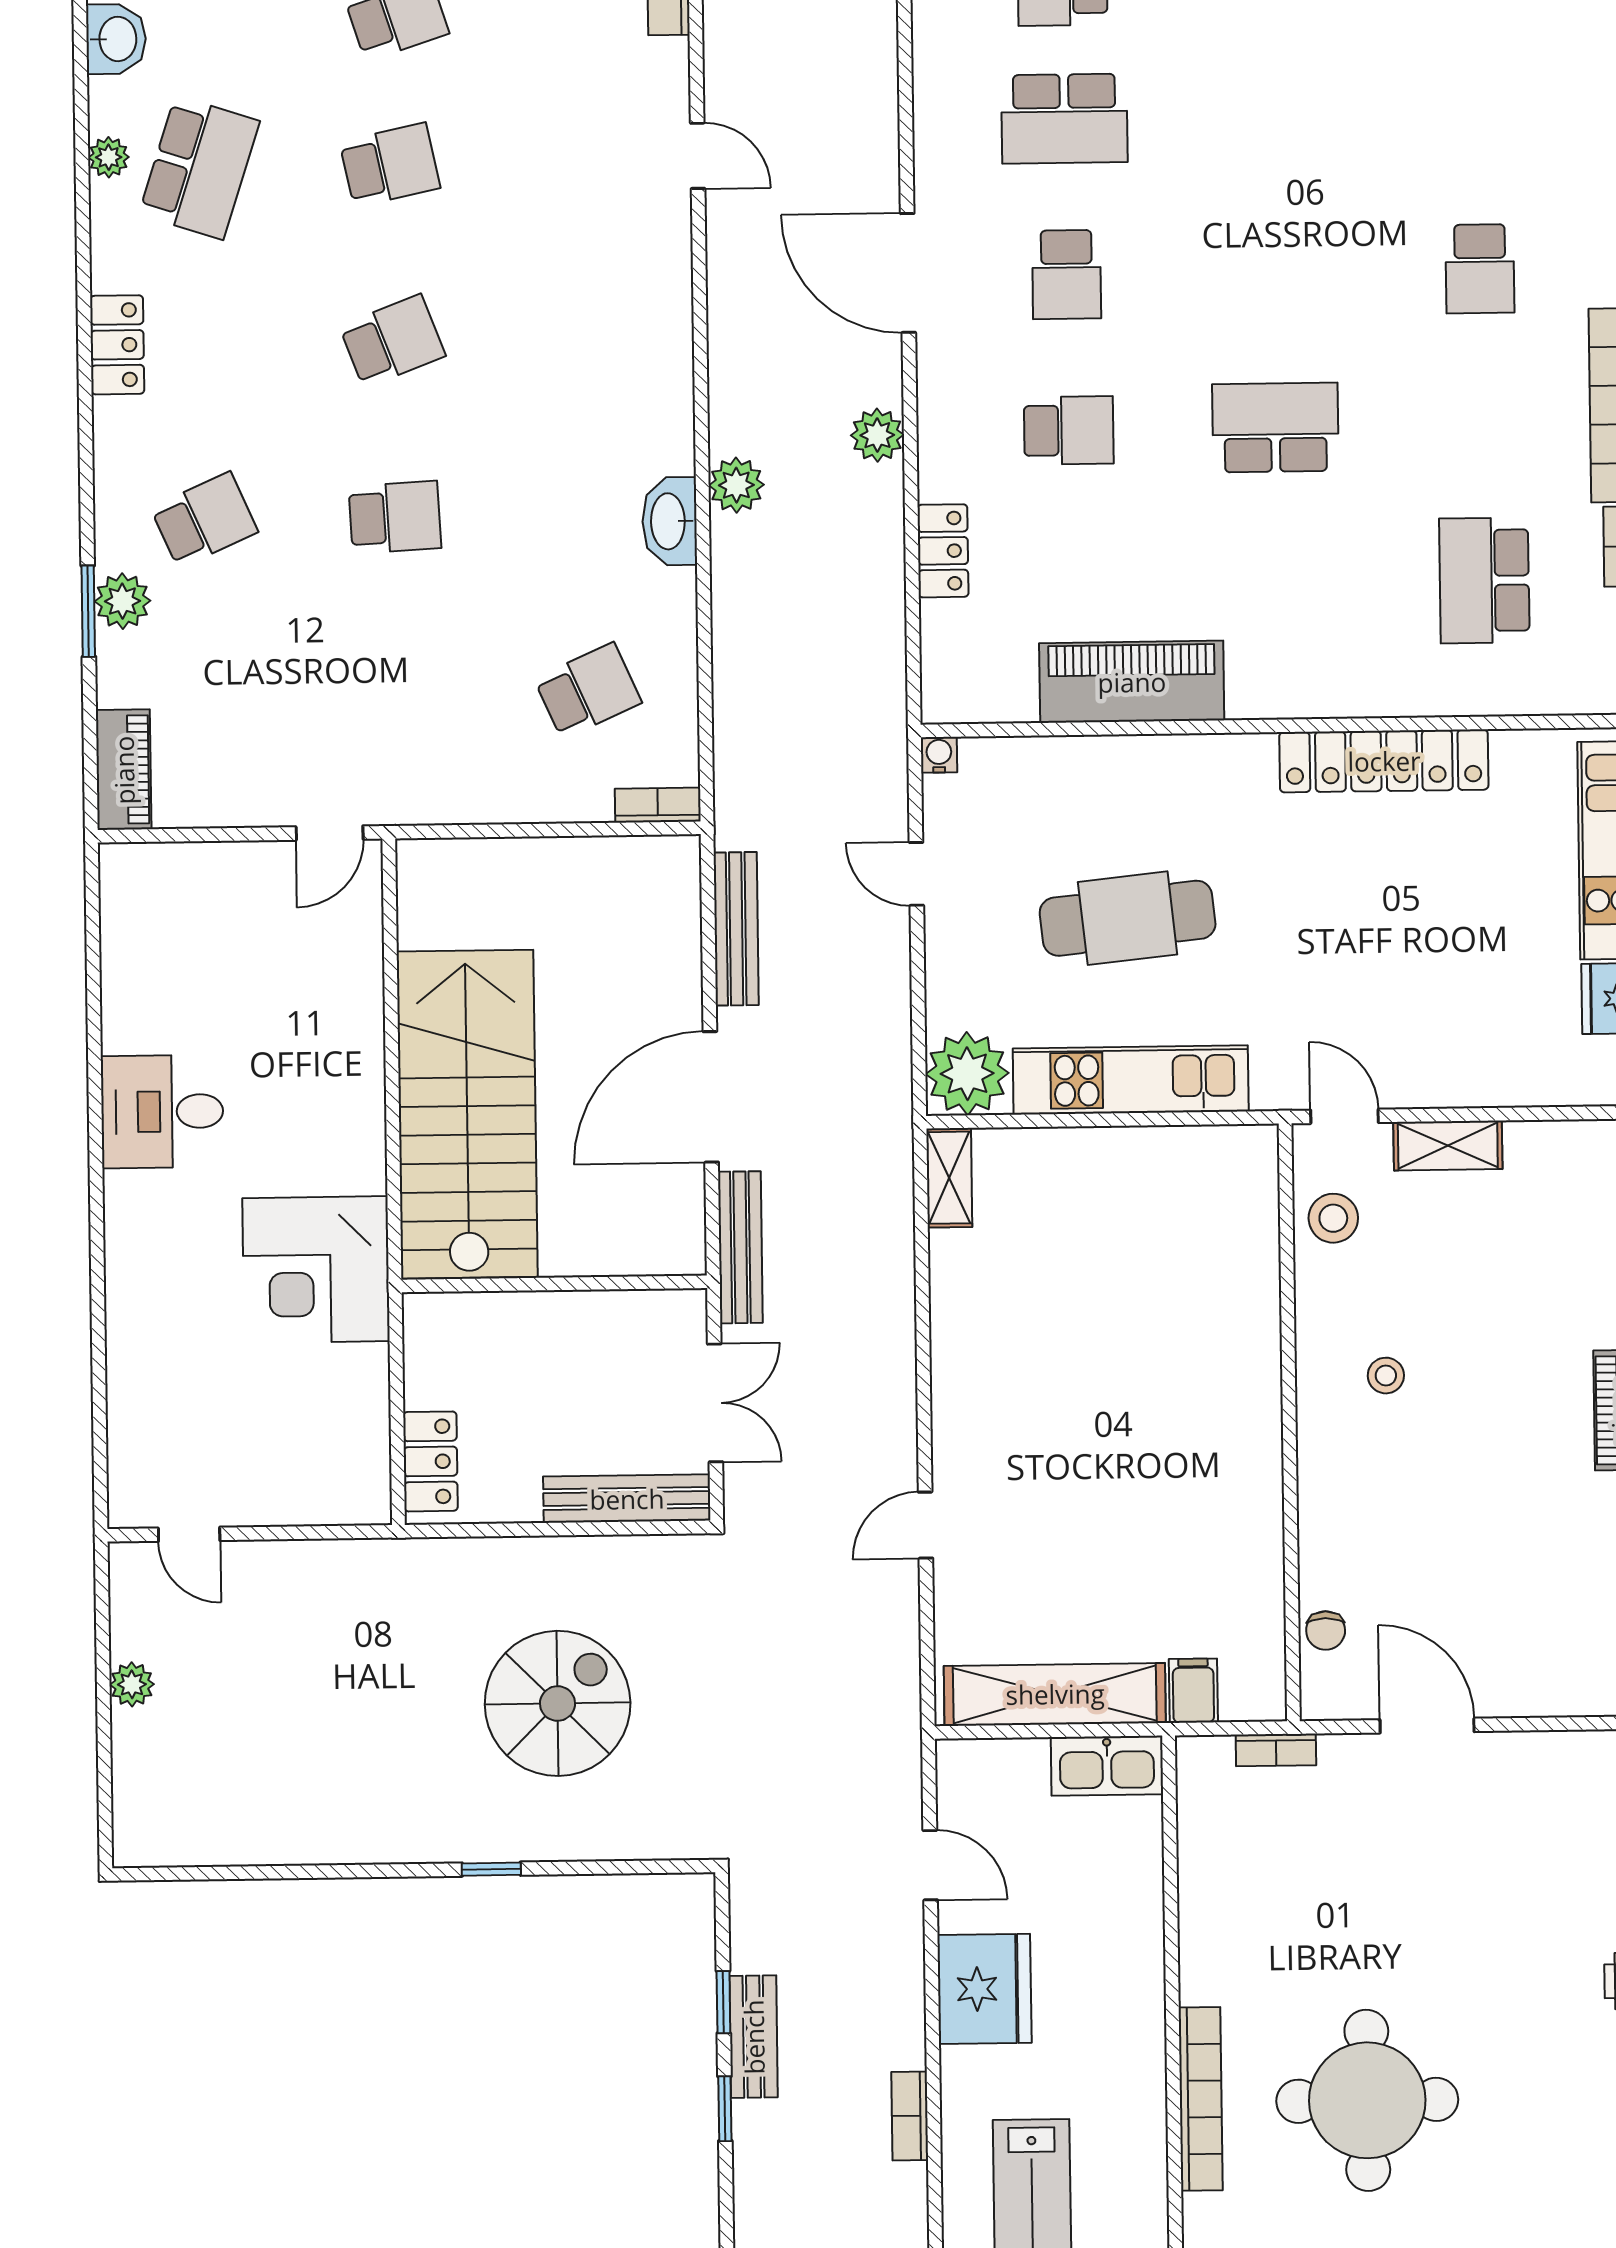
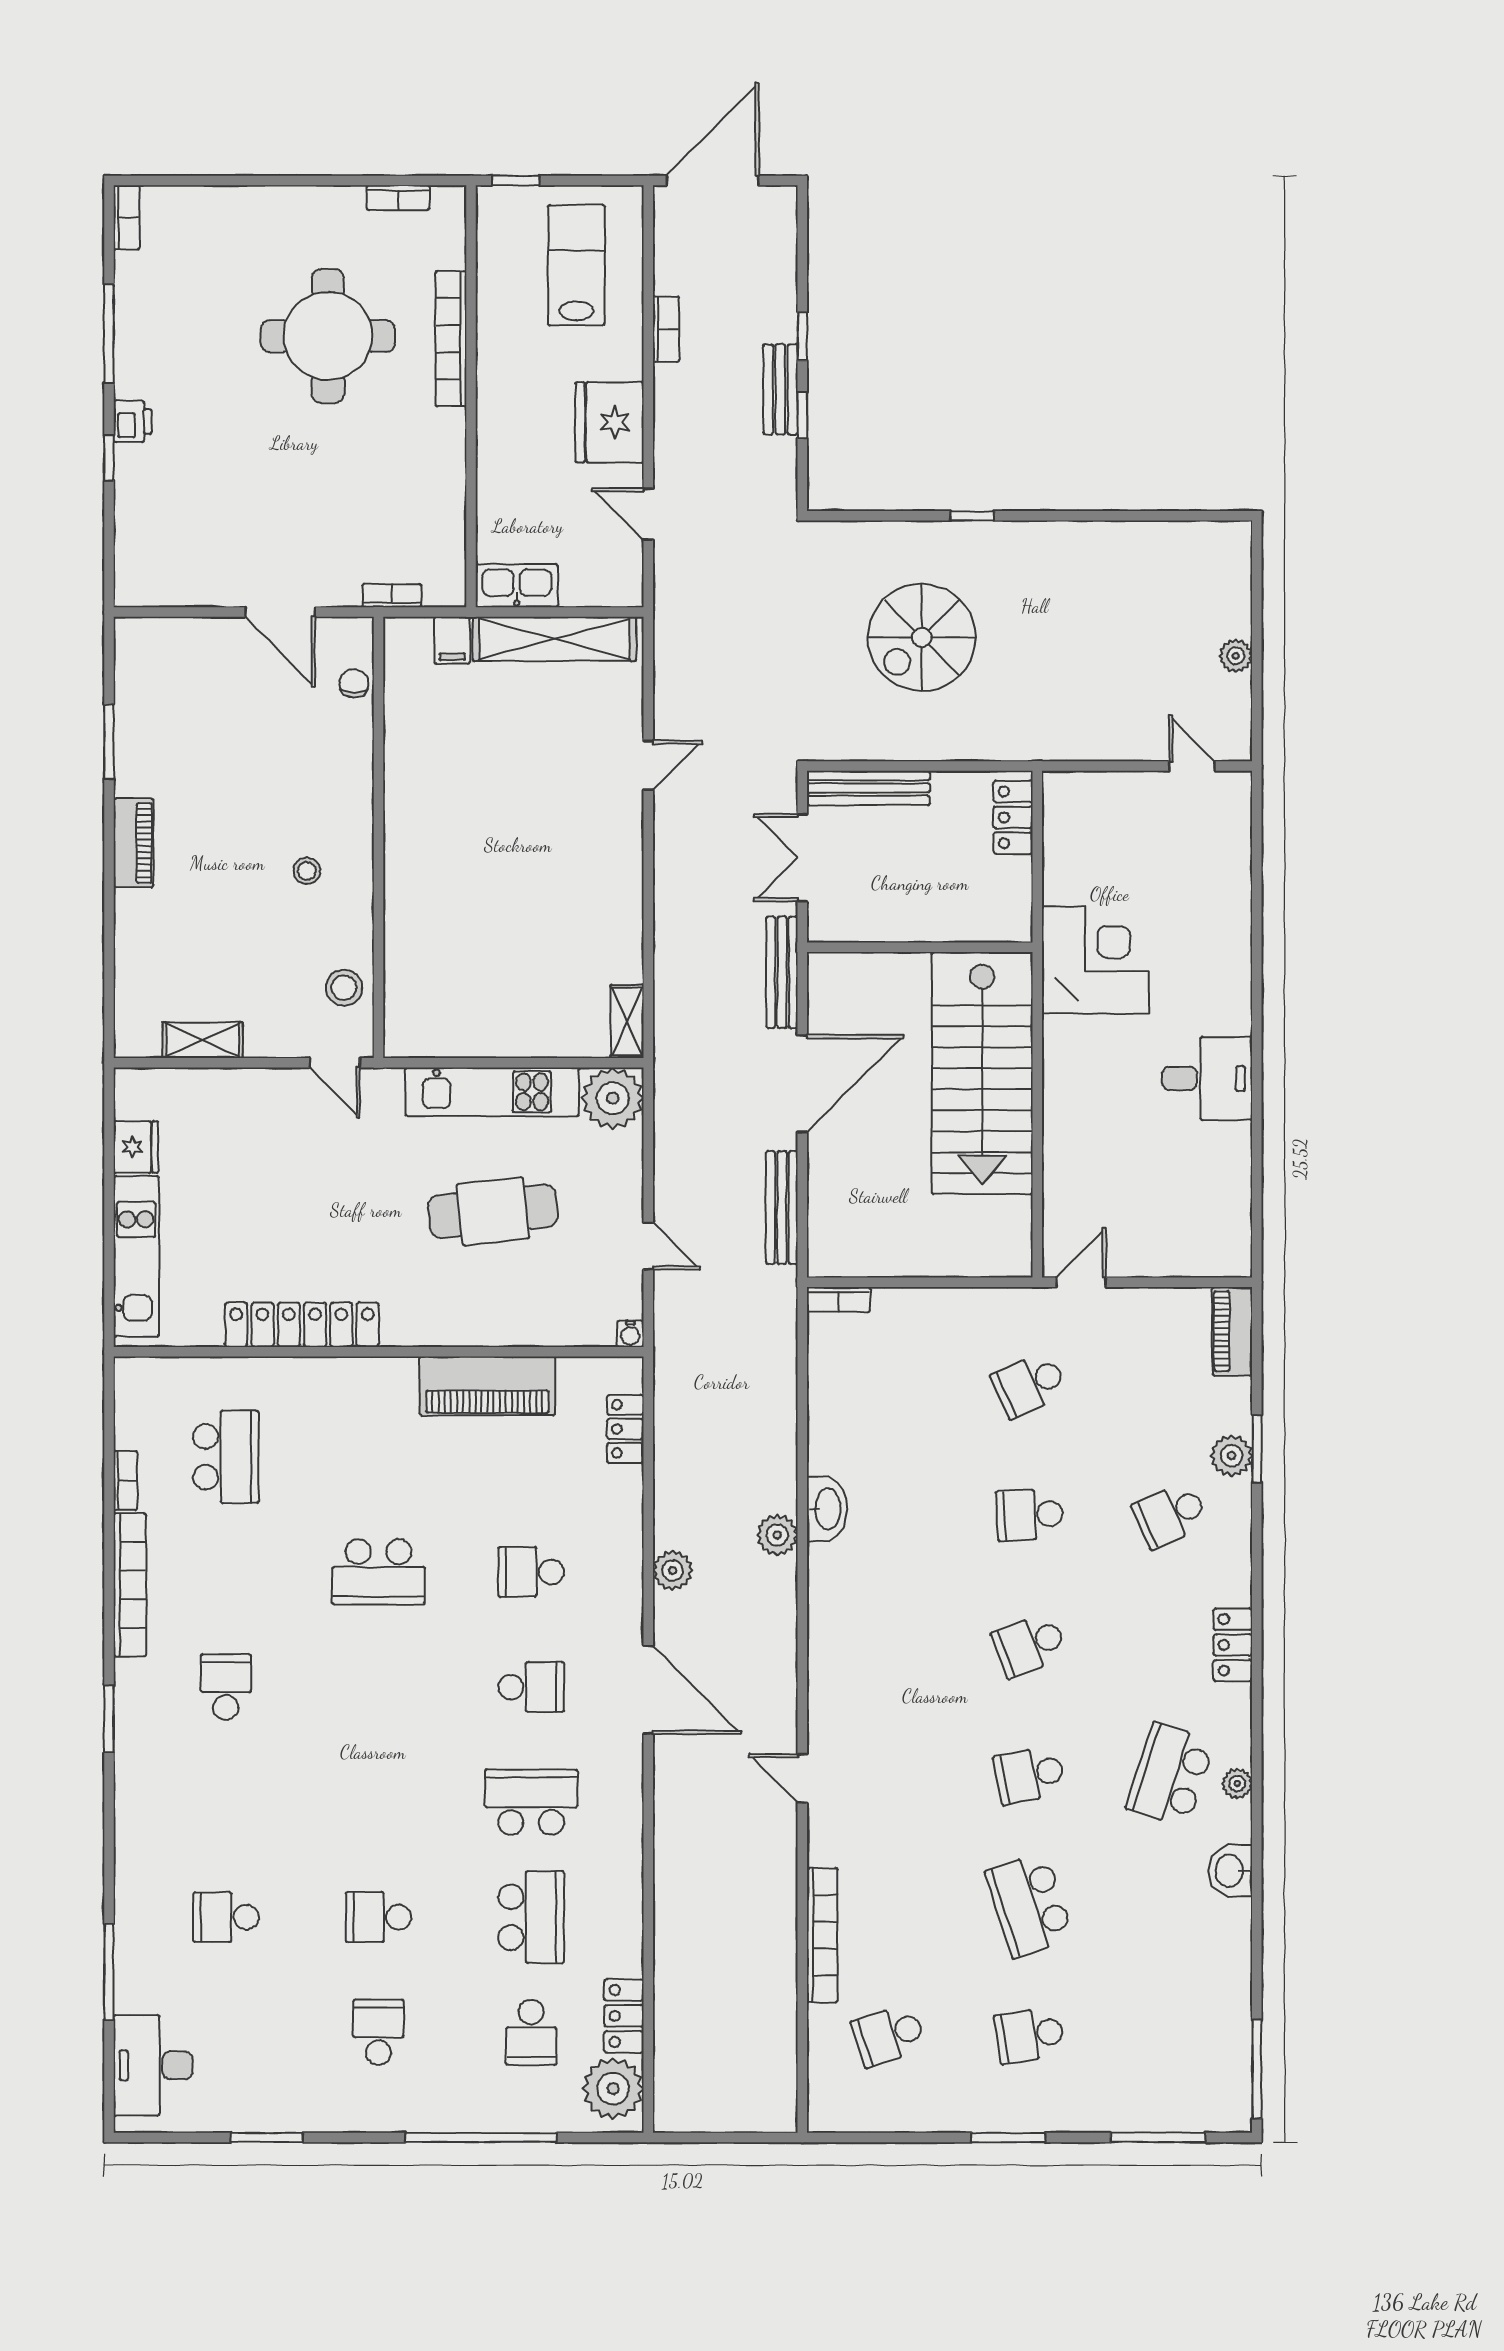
school desk: (1067, 275) -> (531, 1687), turned 90
locker: (943, 551) -> (625, 1429), moved
school desk: (588, 691) -> (1030, 1385), moved
shelving: (1448, 1145) -> (203, 1040), moved

